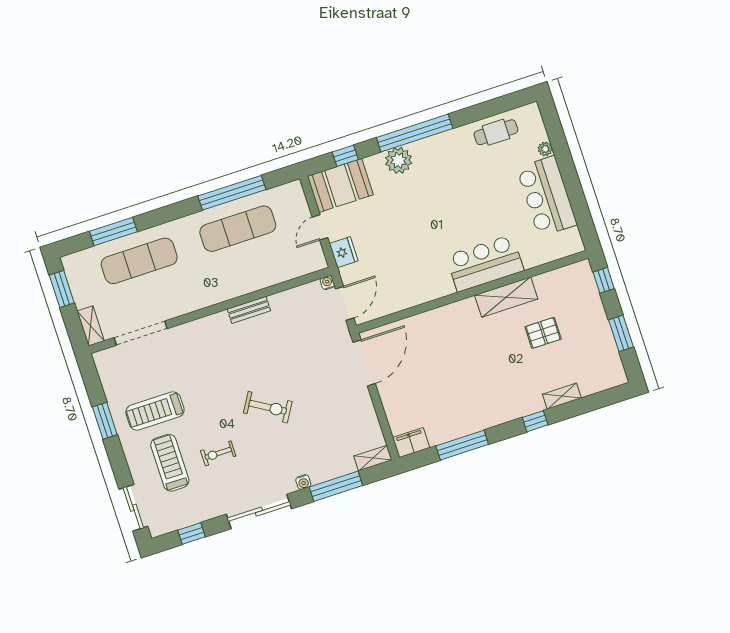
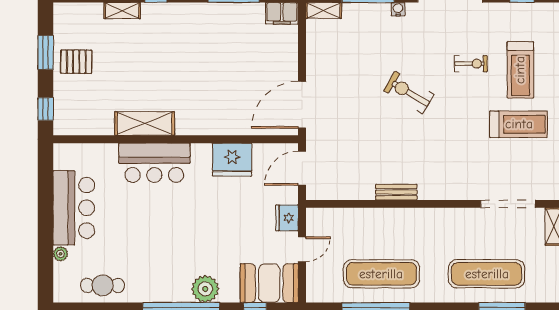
water cooler: (327, 283) -> (312, 194), removed
fridge: (413, 290) -> (232, 160), added
pallet: (543, 333) -> (76, 62), moved

